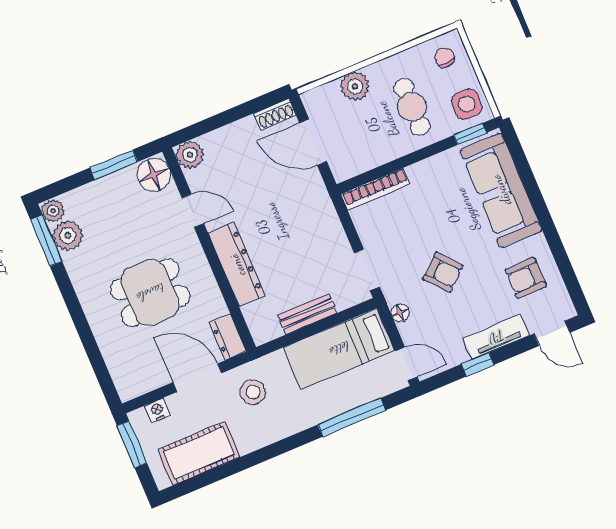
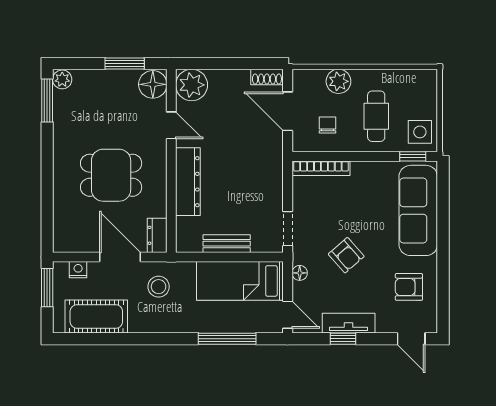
chair: (445, 58) -> (327, 125), moved
plant: (190, 155) -> (192, 85), width x1.36, depth x1.36
plant: (68, 235) -> (66, 104), removed
tv unit: (496, 337) -> (349, 323), moved

